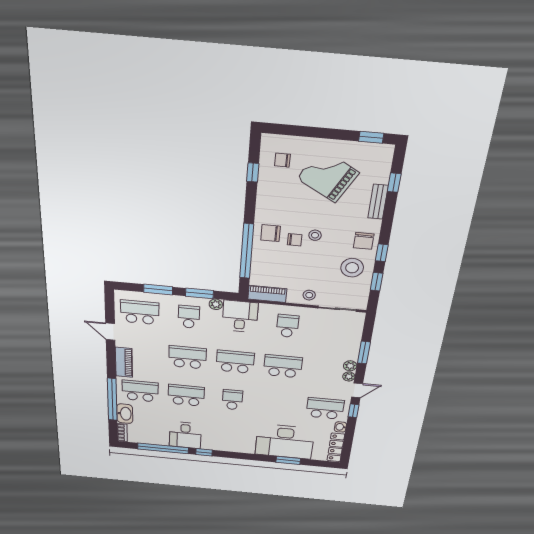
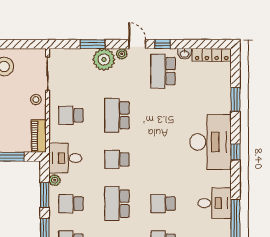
window: (377, 282) -> (16, 44), removed
school desk: (235, 362) -> (117, 159), width x0.54
plant: (350, 366) -> (104, 60), width x1.88, depth x1.88
school desk: (186, 395) -> (163, 204), width x0.54
school desk: (232, 400) -> (163, 159), removed
desk: (285, 442) -> (211, 142), moved
window: (204, 452) -> (235, 152), moved

